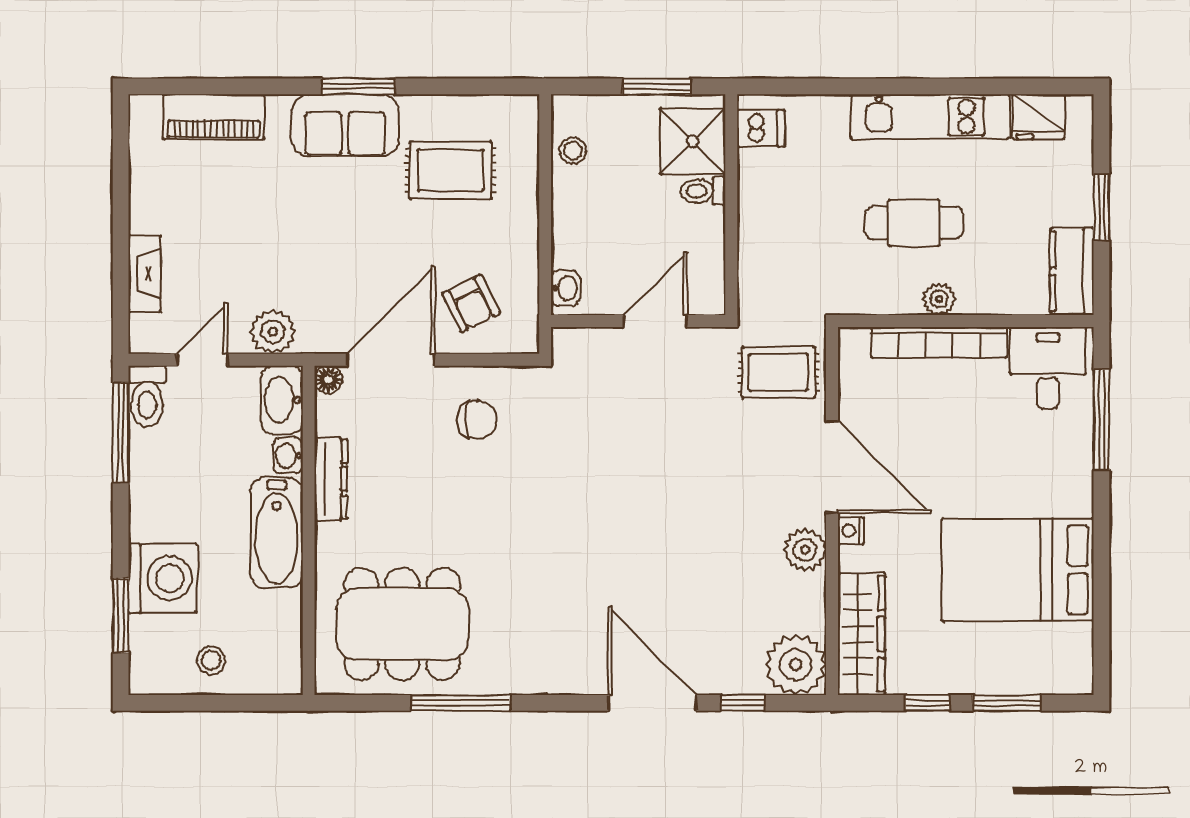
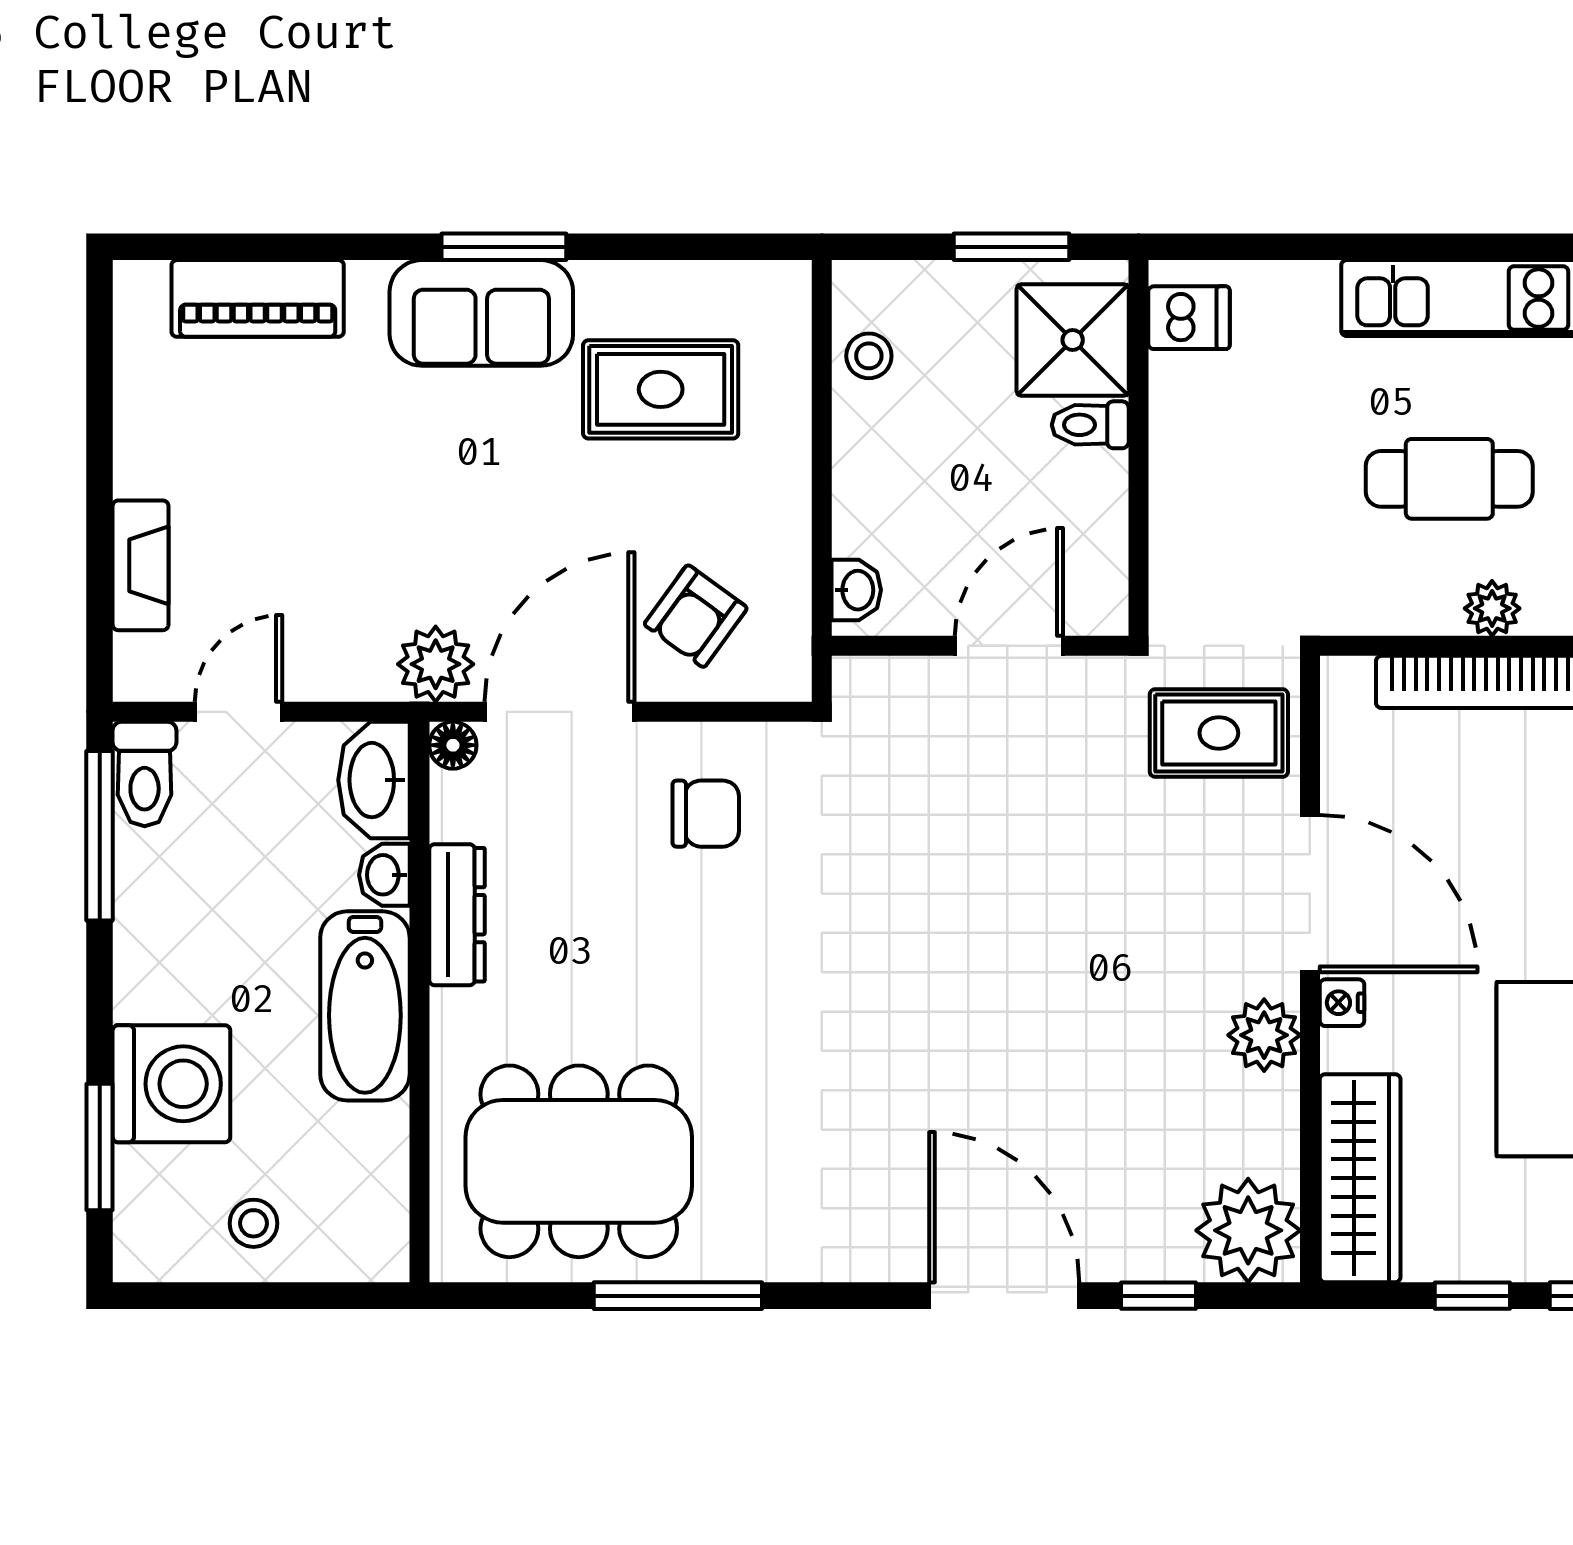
armchair: (471, 304) -> (696, 616), turned 62
plant: (273, 332) -> (436, 664), moved

